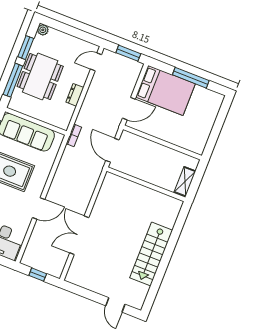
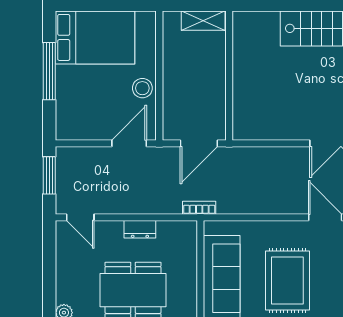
bed: (165, 90) -> (95, 37), moved, turned 90
door: (129, 109) -> (129, 143), hinge flipped
stool: (159, 129) -> (142, 88), added

